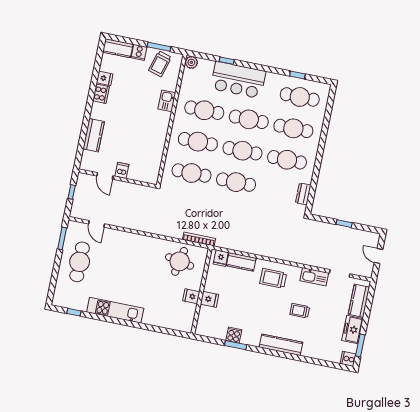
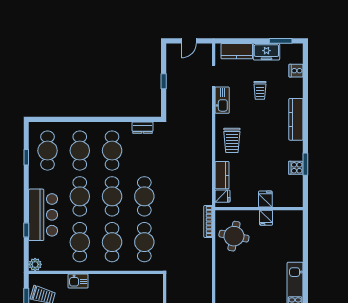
trolley: (300, 311) -> (260, 90), moved
cooker: (348, 359) -> (296, 71), moved, turned 90

